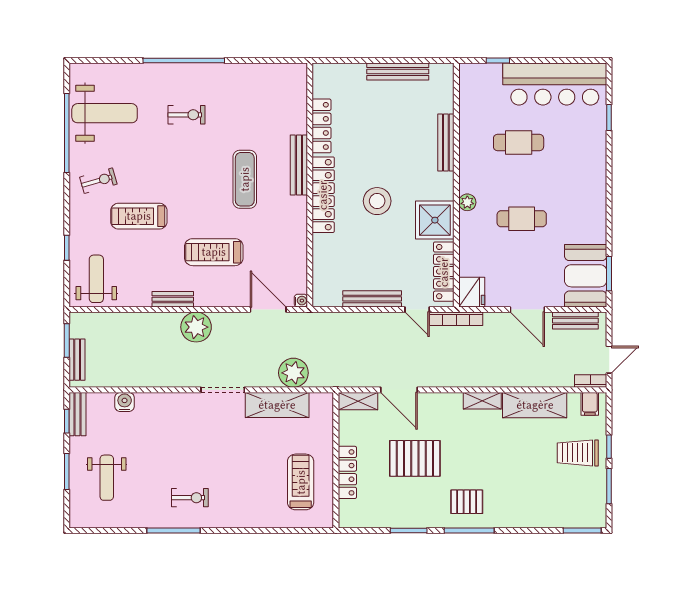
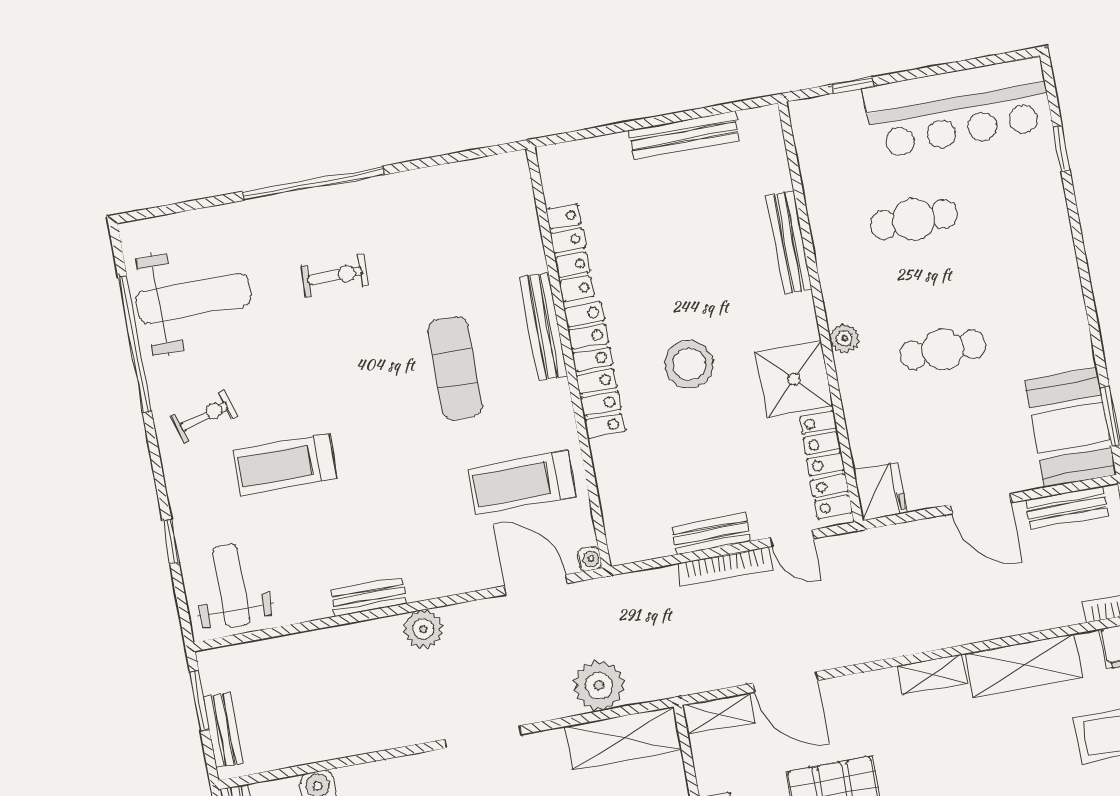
treadmill: (214, 252) -> (522, 483), moved
bench: (372, 299) -> (711, 534), width x0.73
bookcase: (456, 319) -> (725, 567), moved
plant: (196, 327) -> (423, 629), width x0.73, depth x0.73
shelving: (277, 405) -> (623, 738), moved

